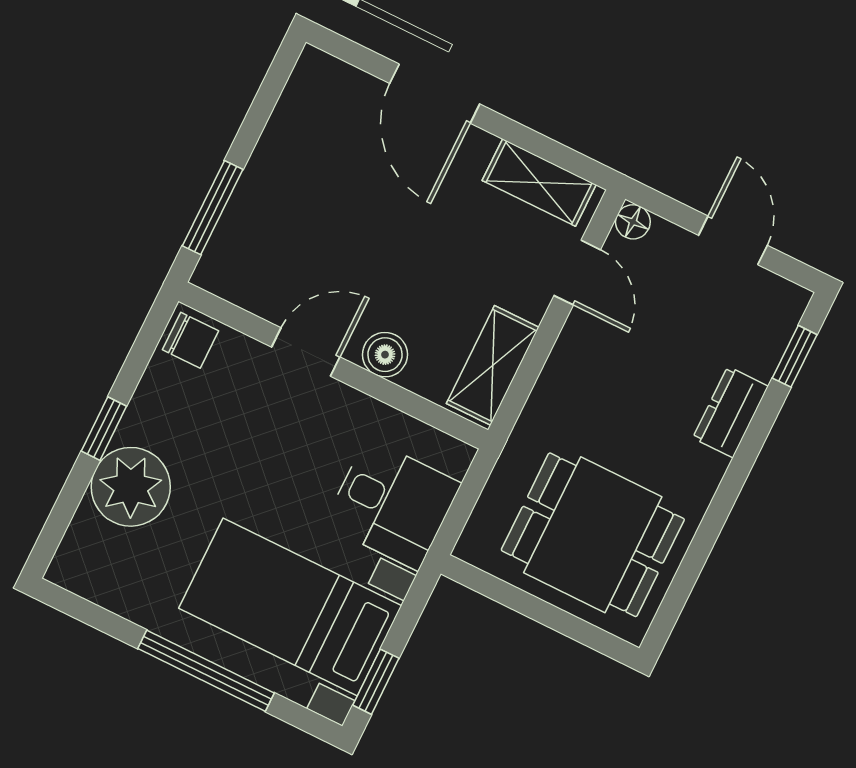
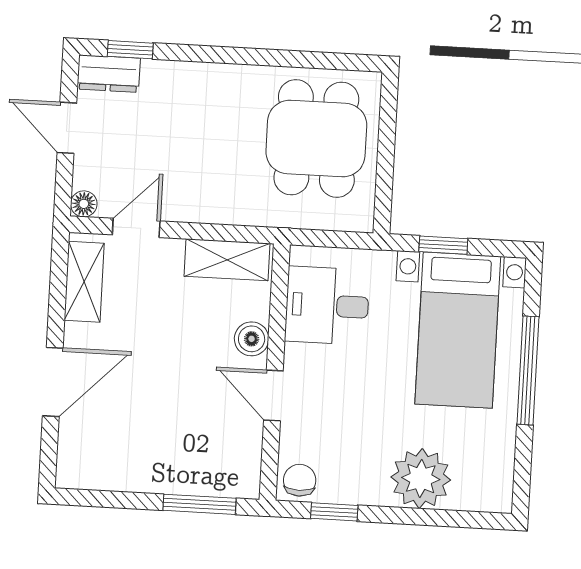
door: (733, 240) -> (67, 128), hinge flipped
dresser: (730, 412) -> (109, 74), moved
window: (104, 429) -> (334, 512), moved
desk: (392, 504) -> (327, 306), moved, turned -90
window: (376, 682) -> (443, 245), moved

